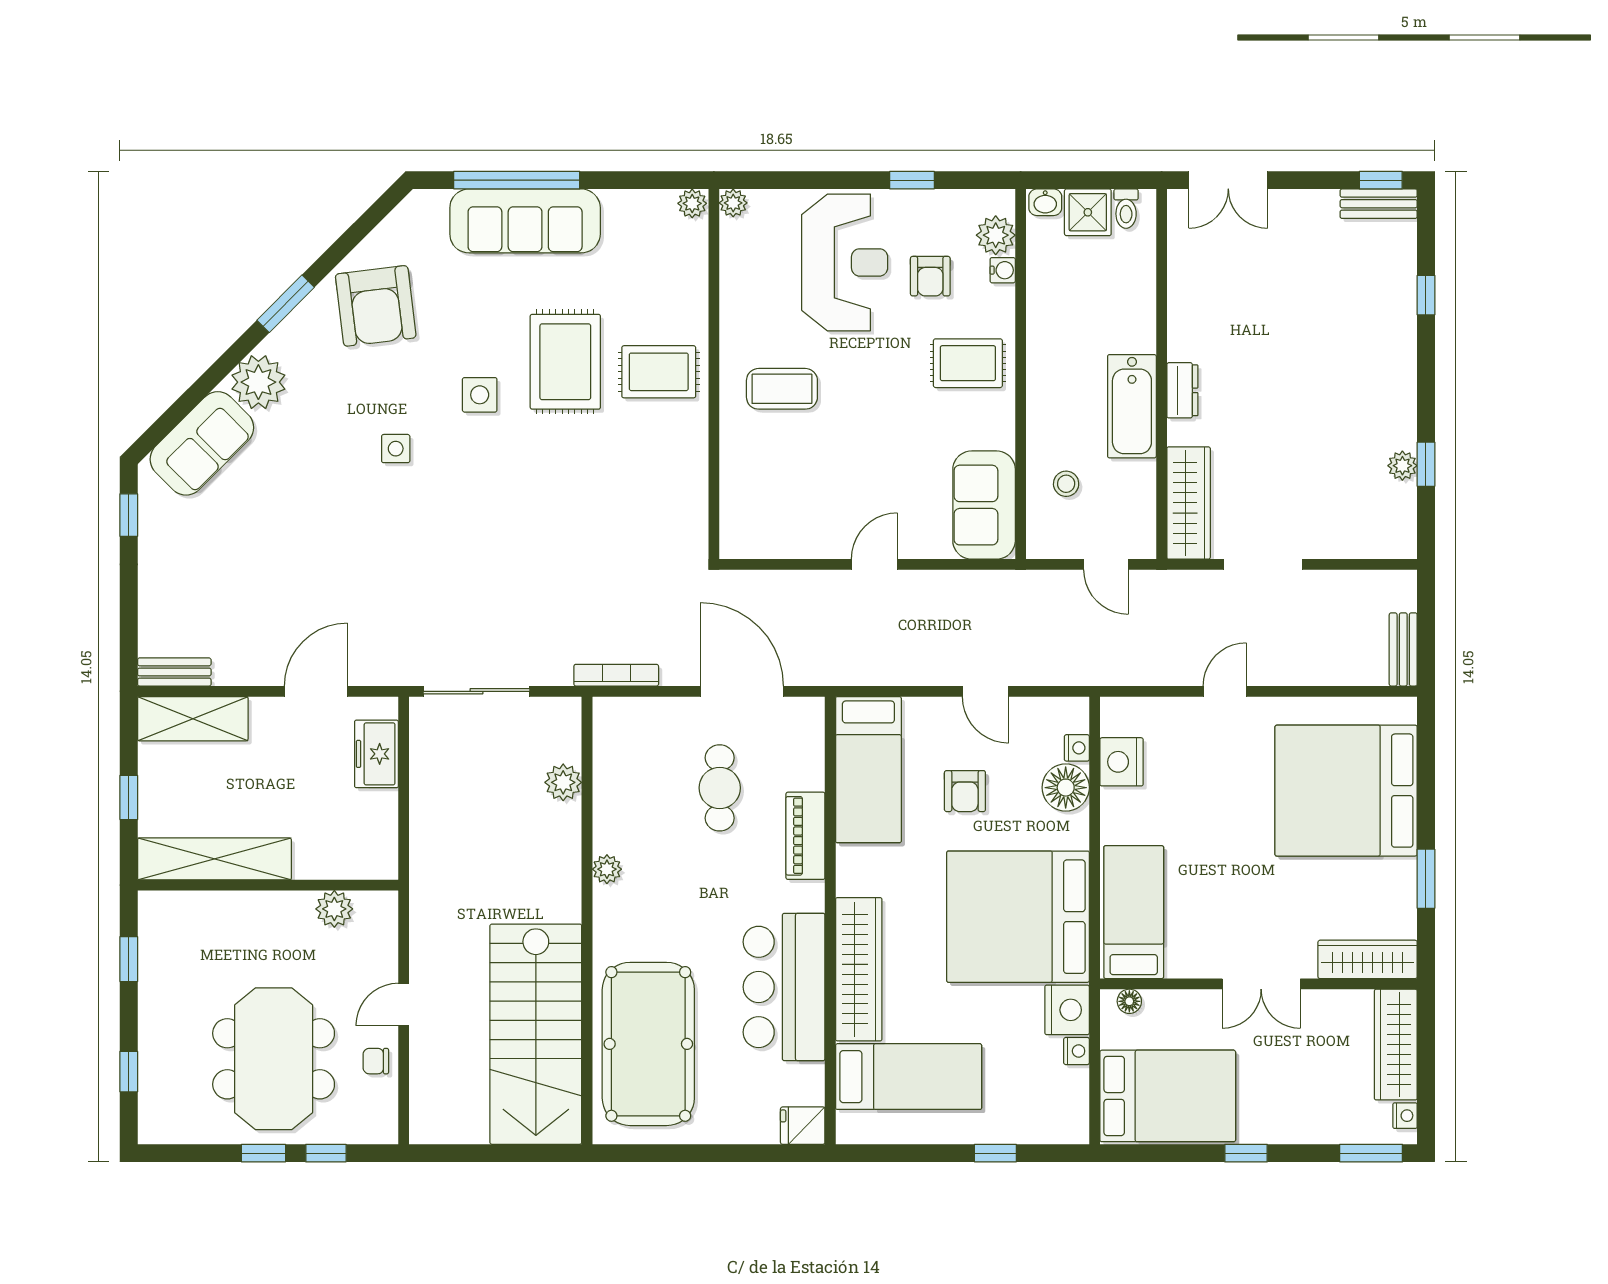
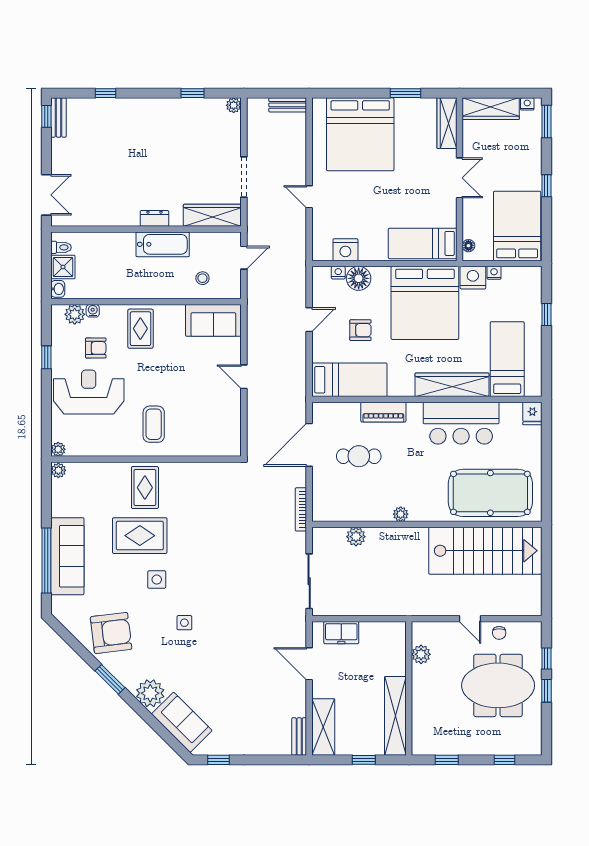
plant: (1402, 466) -> (234, 105), moved

